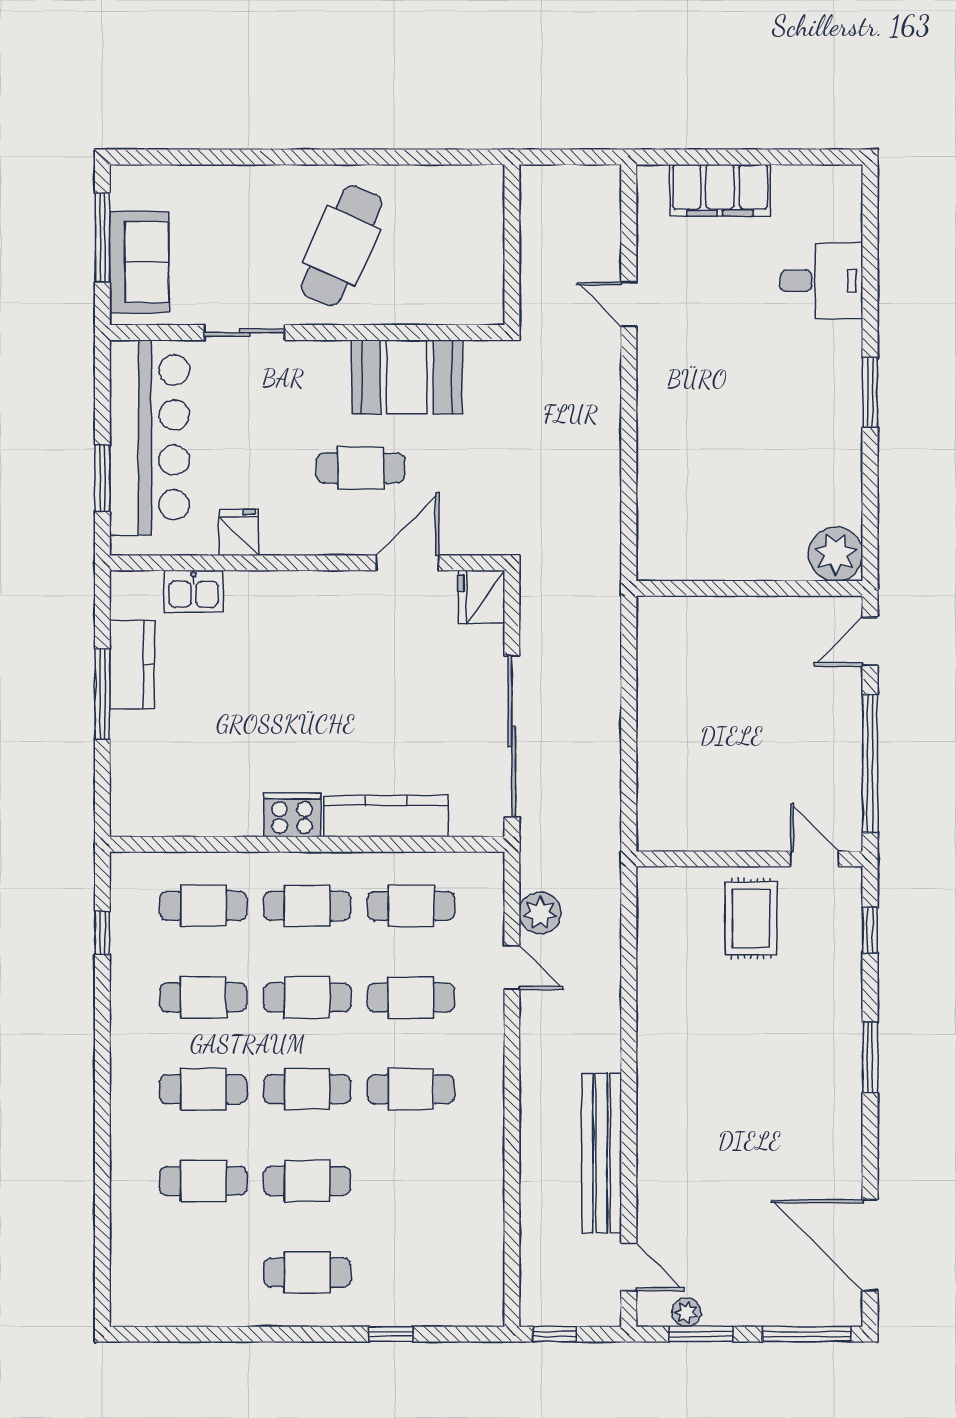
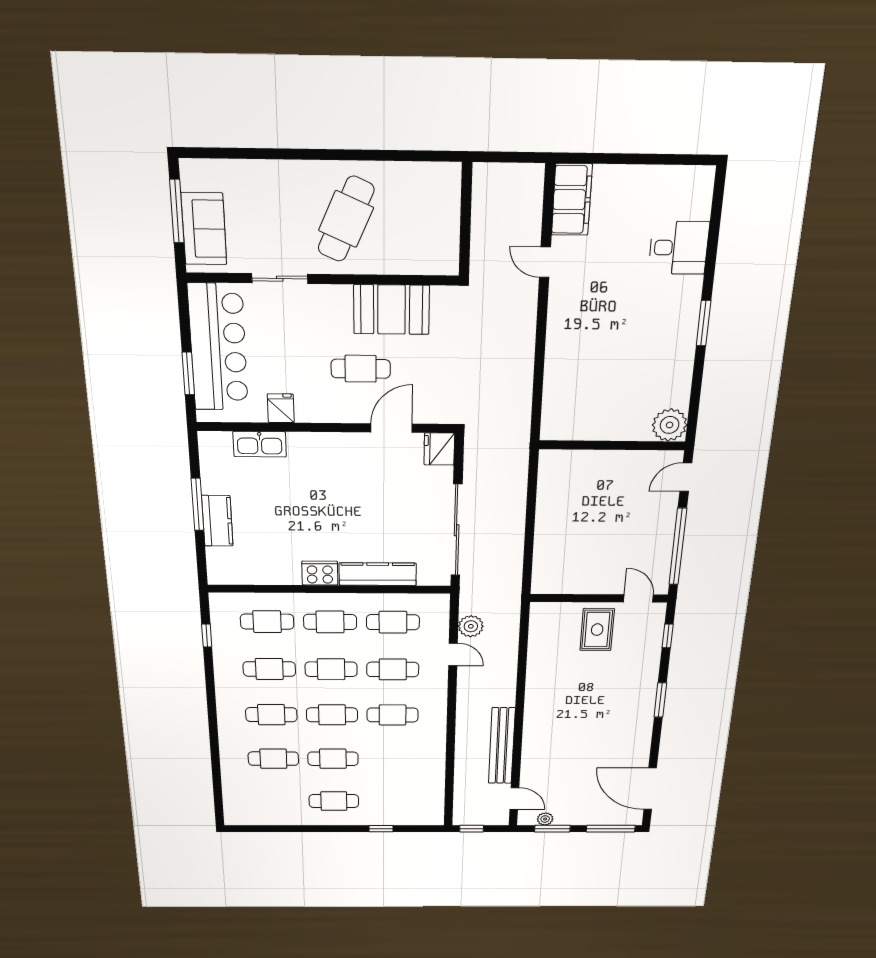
filing cabinet: (720, 190) -> (572, 200), moved, turned -90
kitchen sink: (193, 591) -> (260, 444), width x1.38
kitchen counter: (132, 664) -> (217, 521), moved

